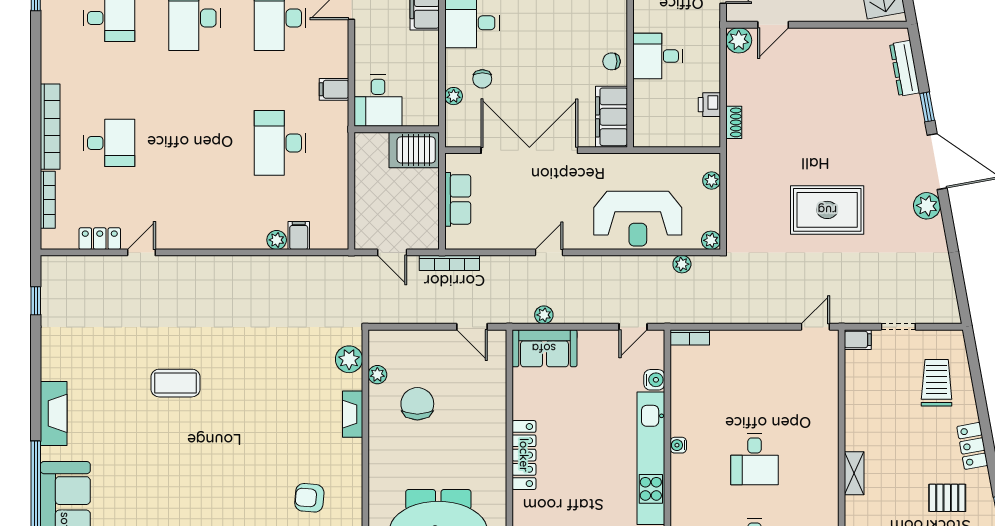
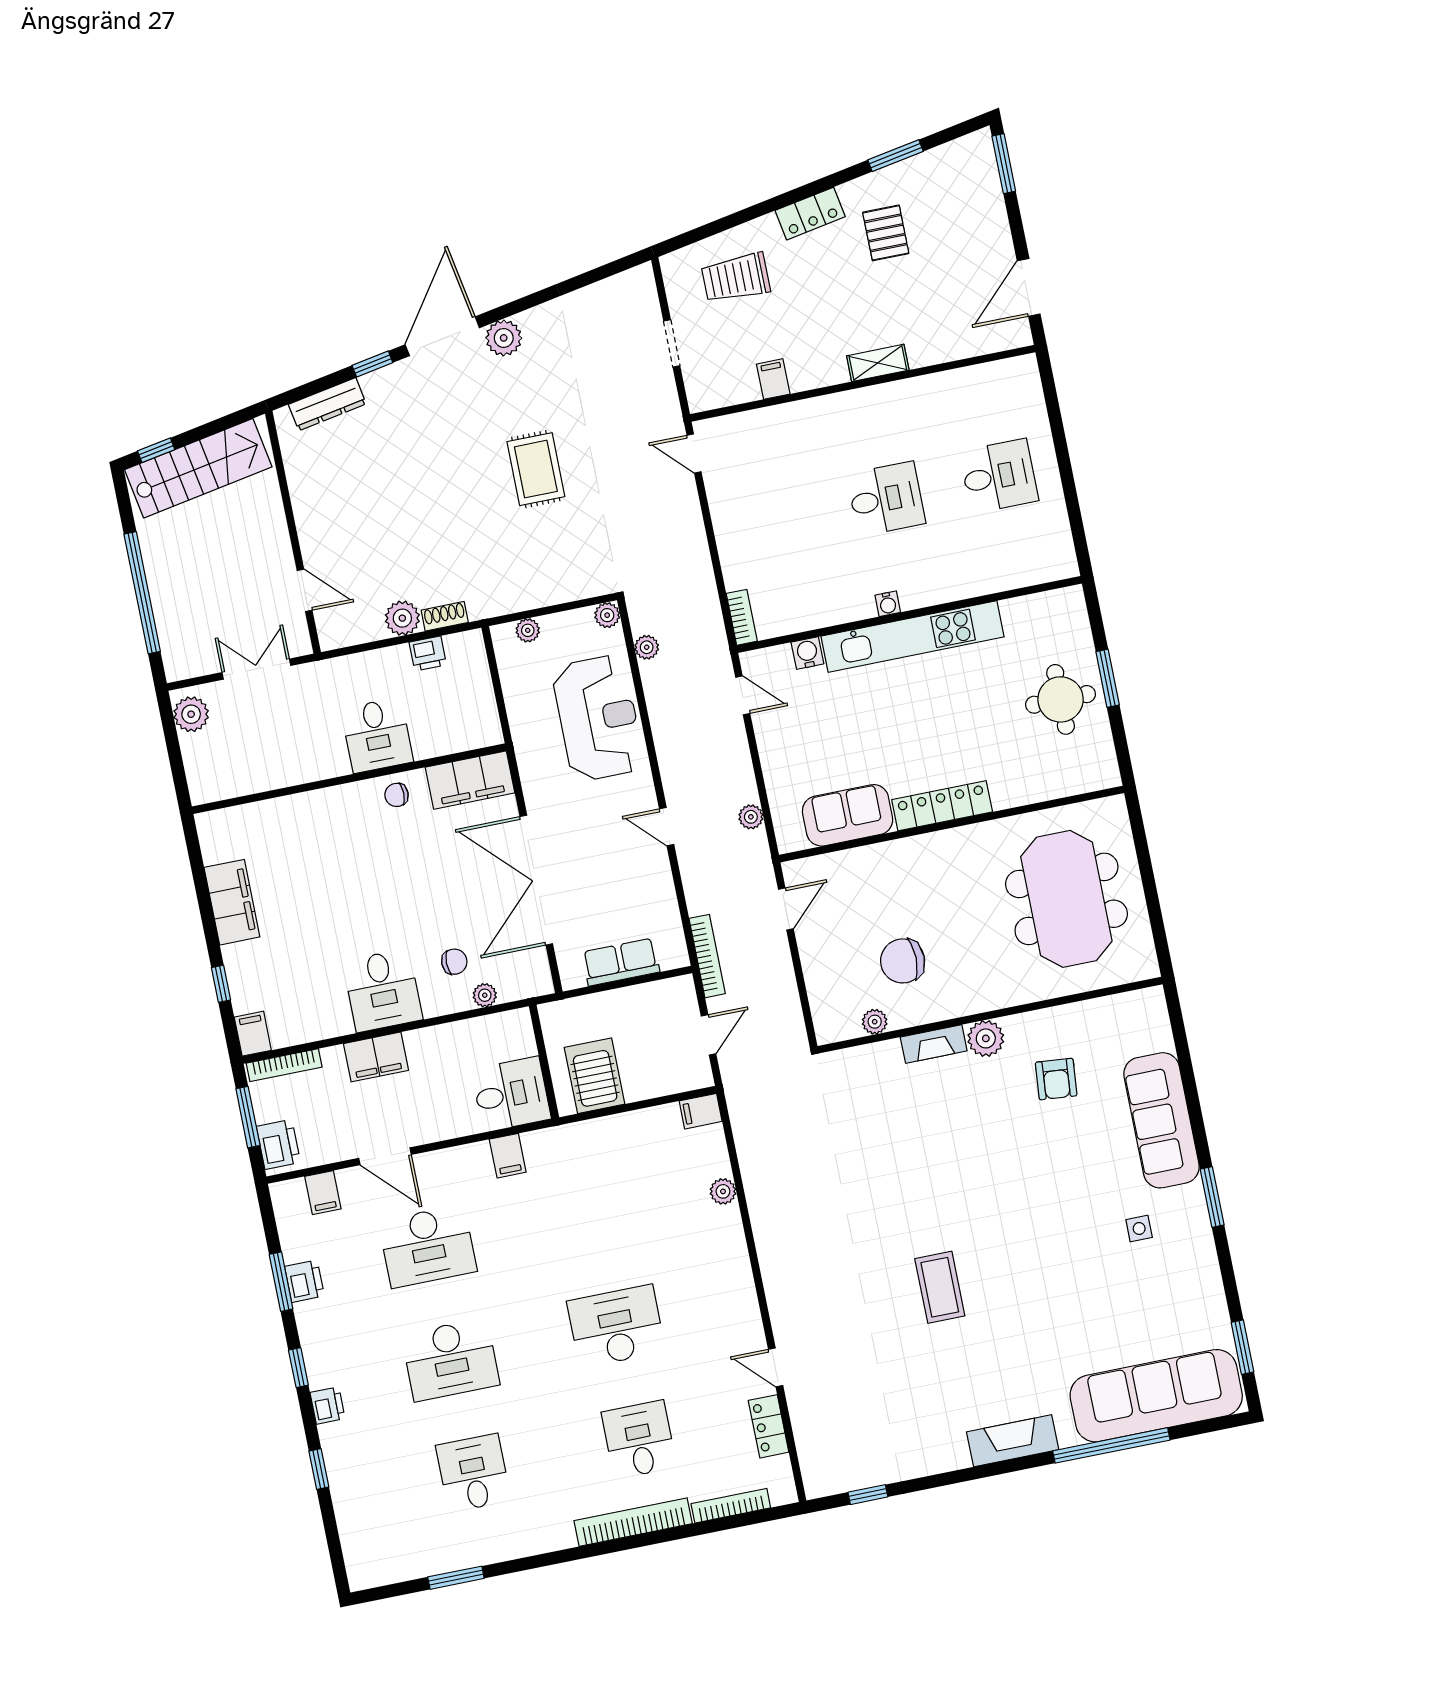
plant: (739, 40) -> (402, 618), moved
chair: (612, 61) -> (397, 795), turned 90
desk: (280, 143) -> (616, 1326), moved, turned 180
server rack: (414, 150) -> (595, 1076), moved, turned 180
rug: (827, 210) -> (536, 469), width x0.73, depth x0.70
filing cabinet: (299, 236) -> (701, 1111), moved
filing cabinet: (858, 340) -> (773, 379), moved
sofa: (544, 348) -> (848, 815), moved, turned -90
plant: (349, 359) -> (986, 1038), moved

